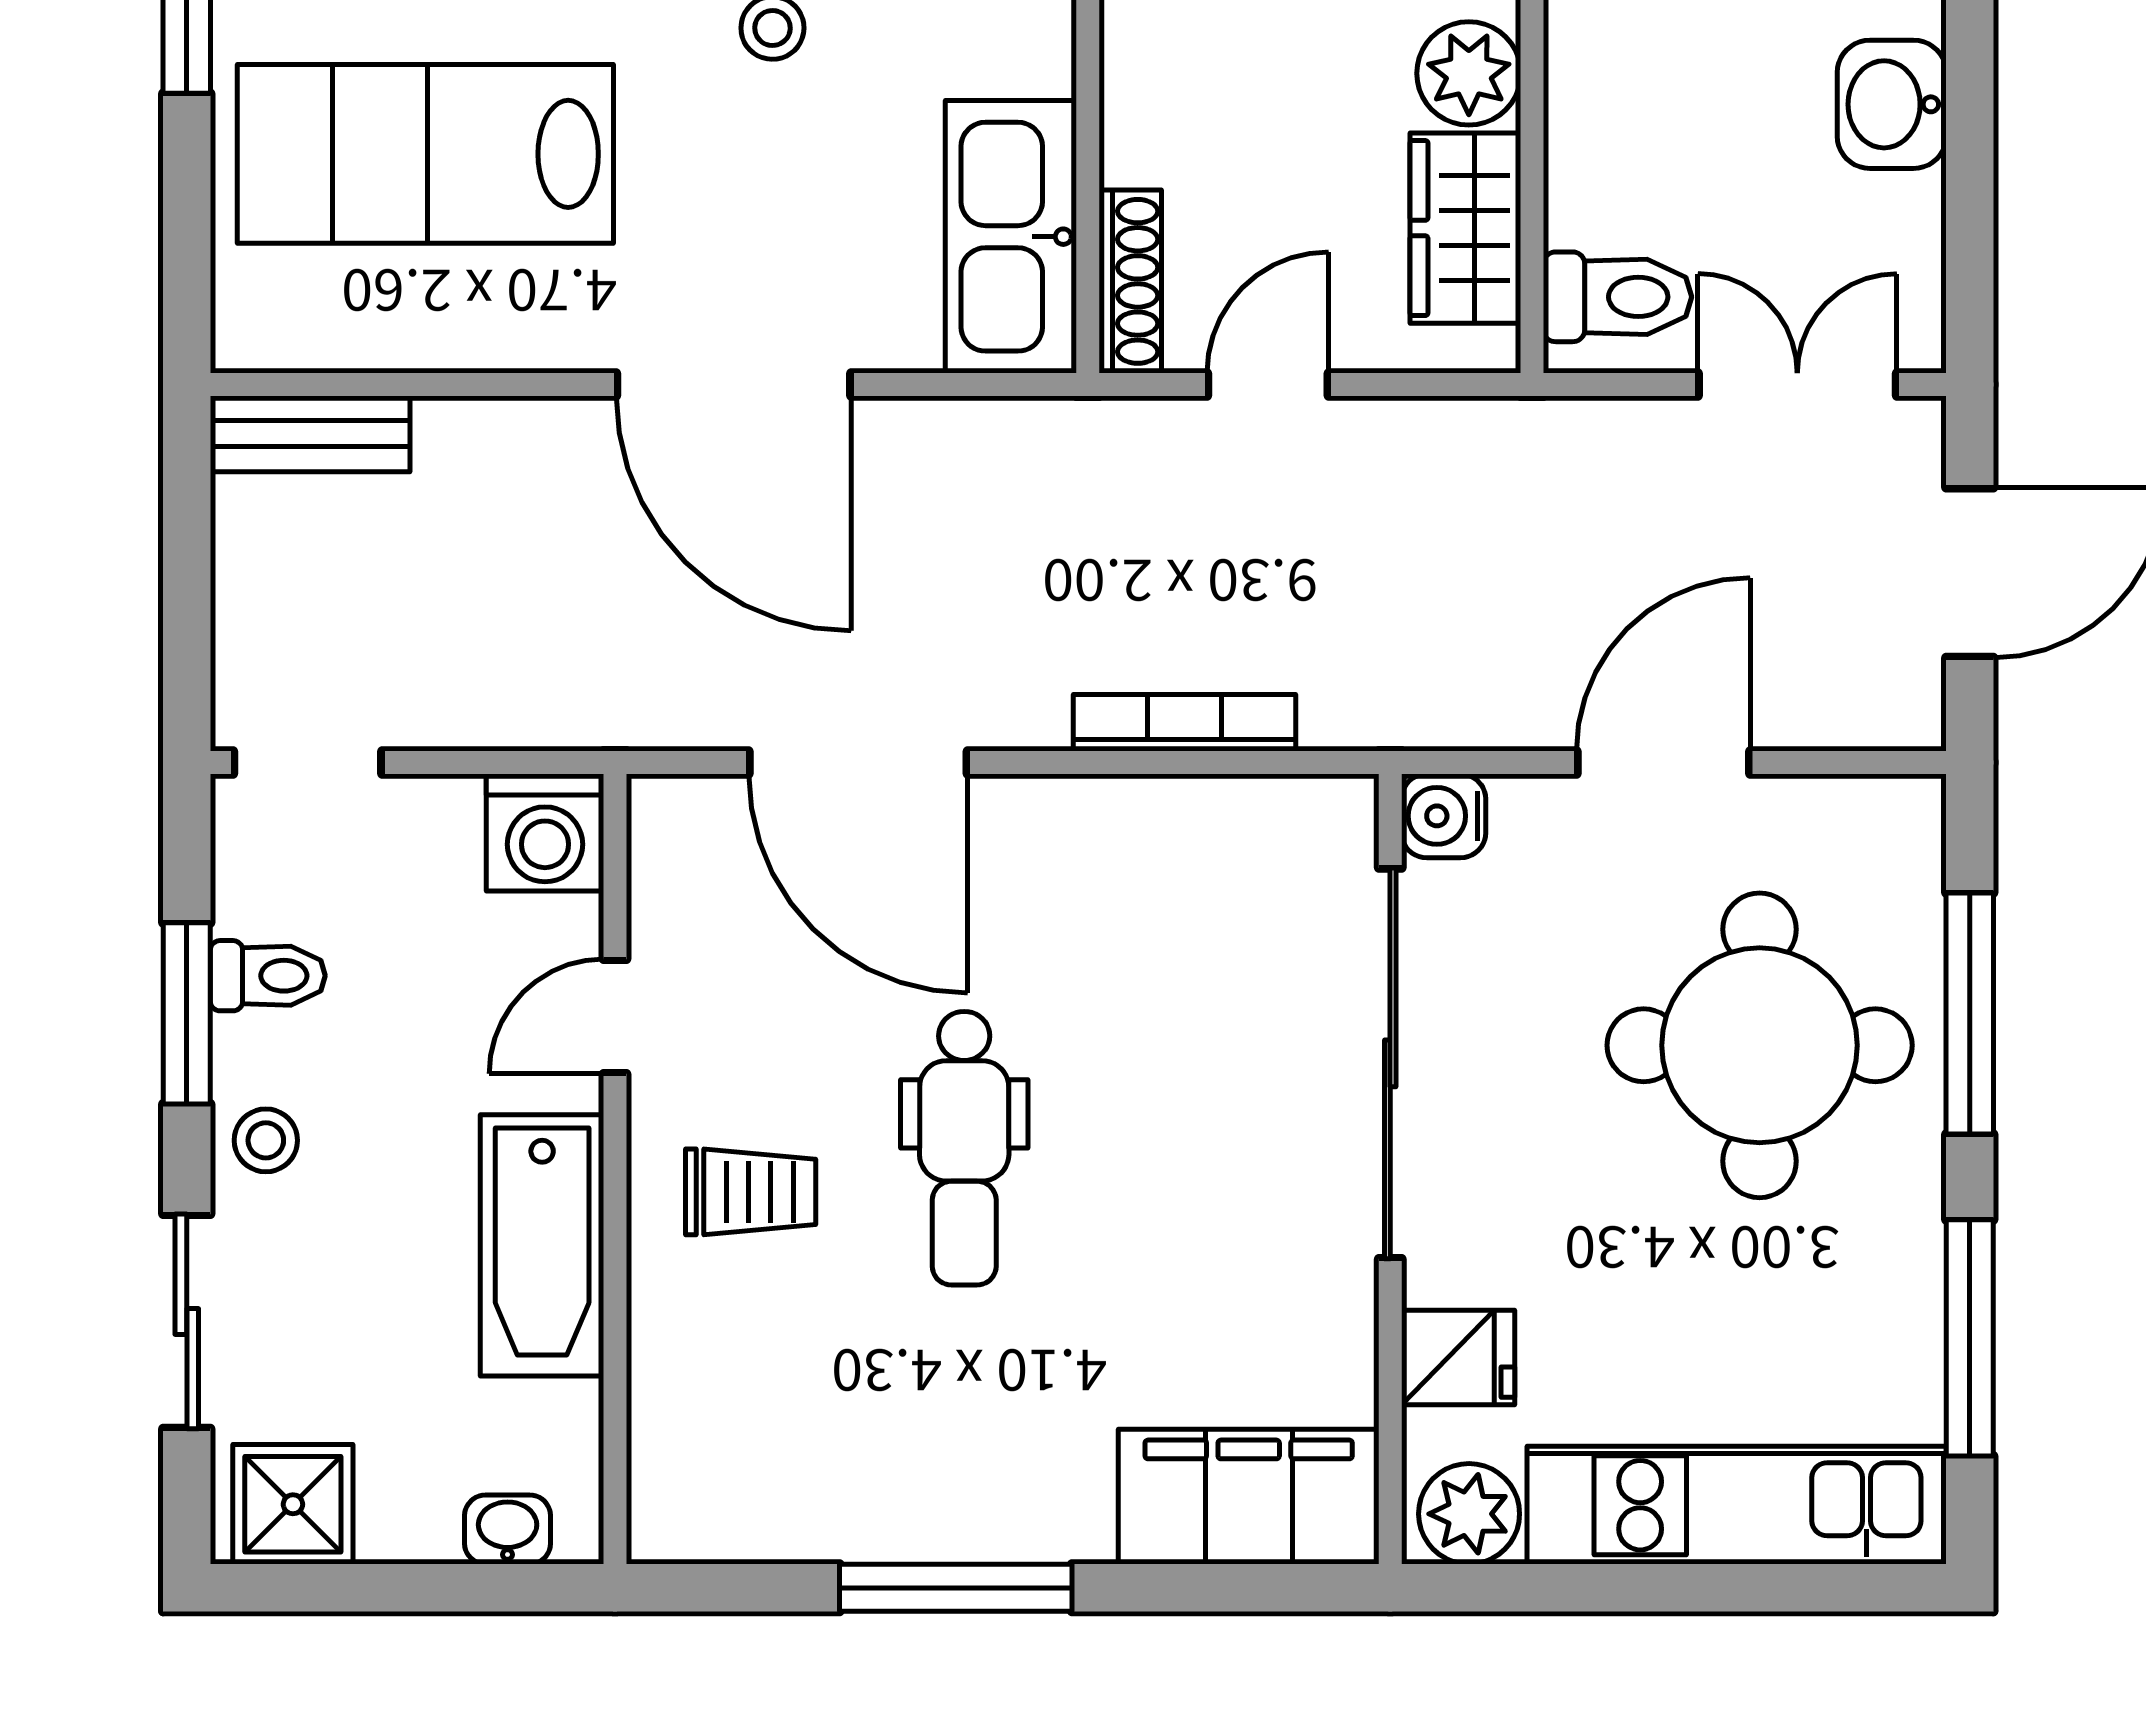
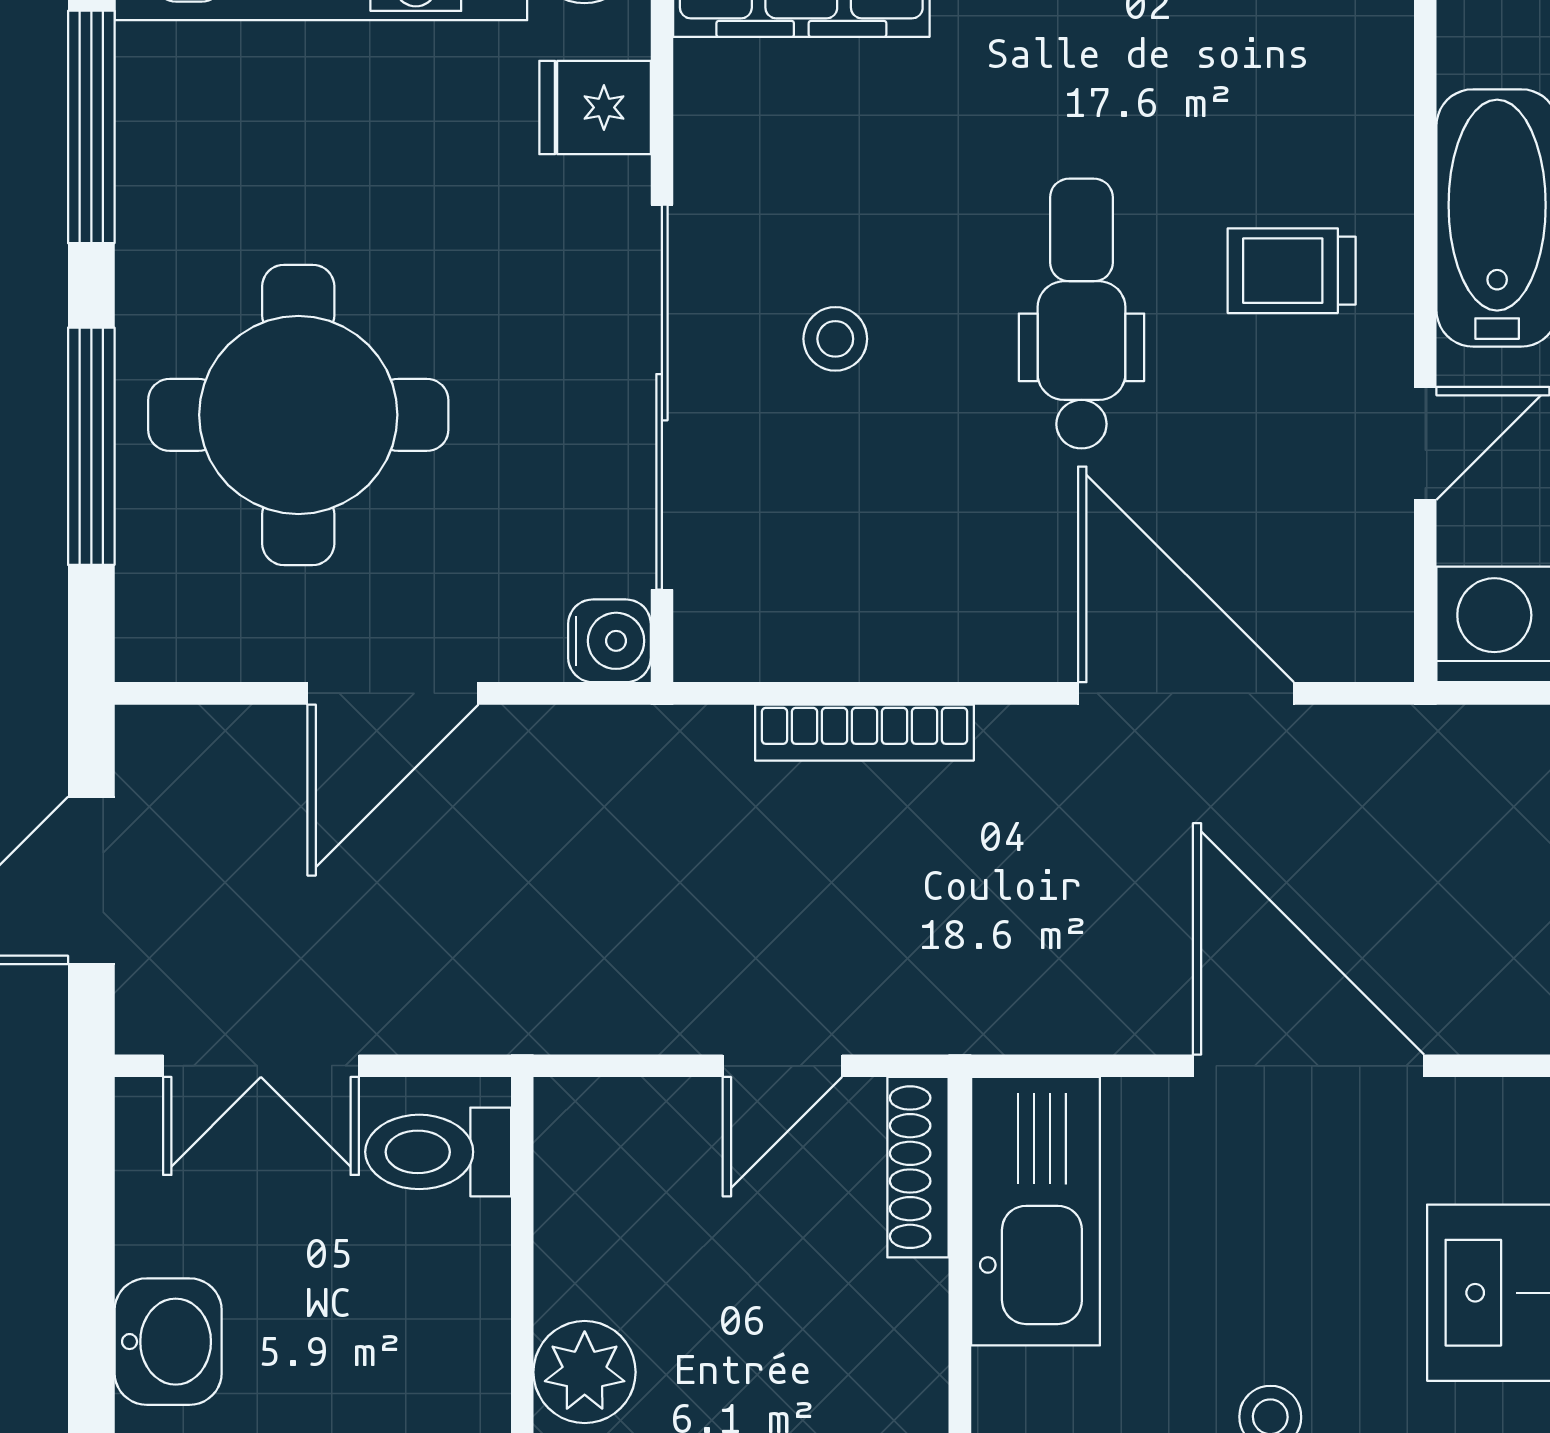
wardrobe: (1465, 228) -> (588, 1220), removed
stool: (1214, 1123) -> (835, 339), added

